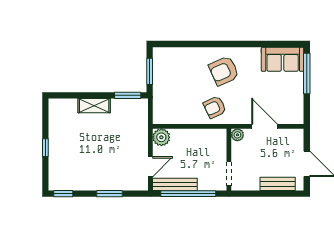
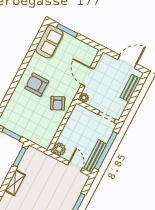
armchair: (224, 71) -> (37, 85), turned 114
window: (307, 74) -> (67, 30), width x0.69
door: (265, 126) -> (88, 77), hinge flipped

